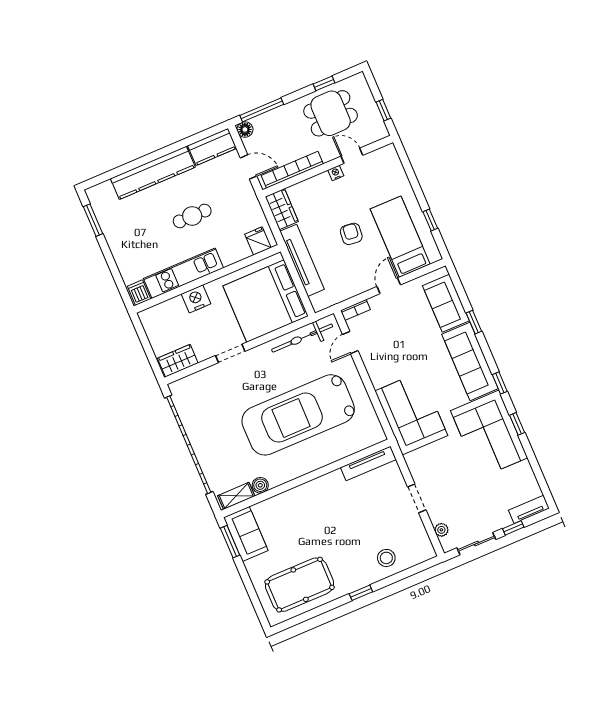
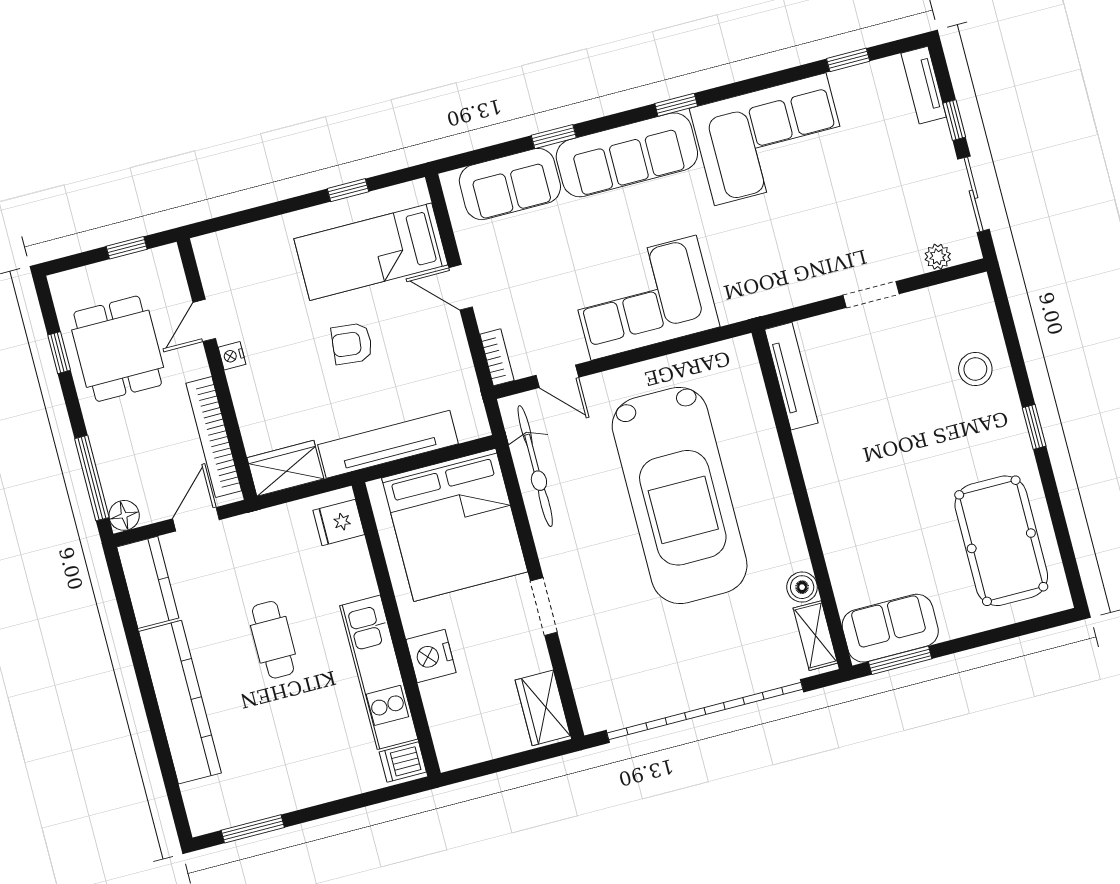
corner sofa: (411, 413) -> (644, 298), moved
window: (517, 424) -> (848, 60), moved

